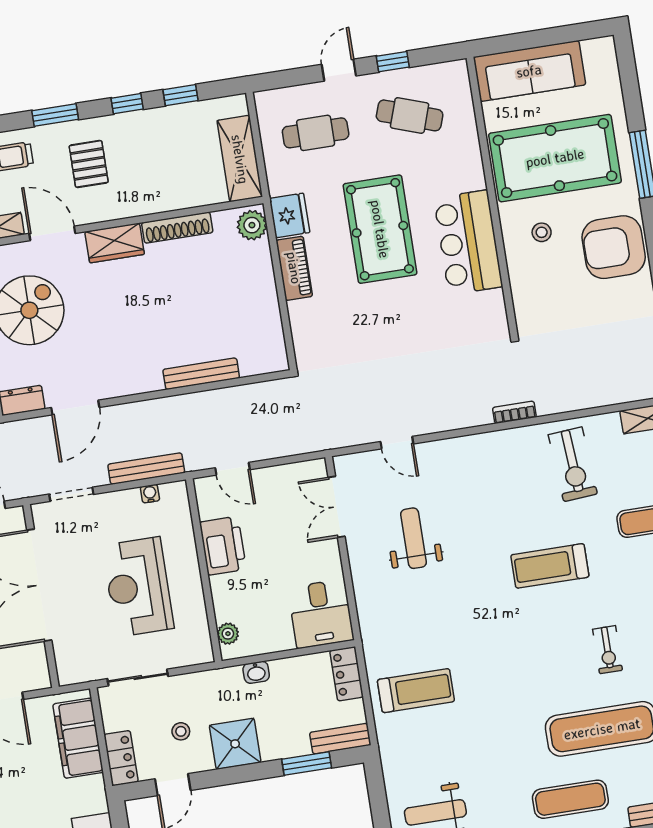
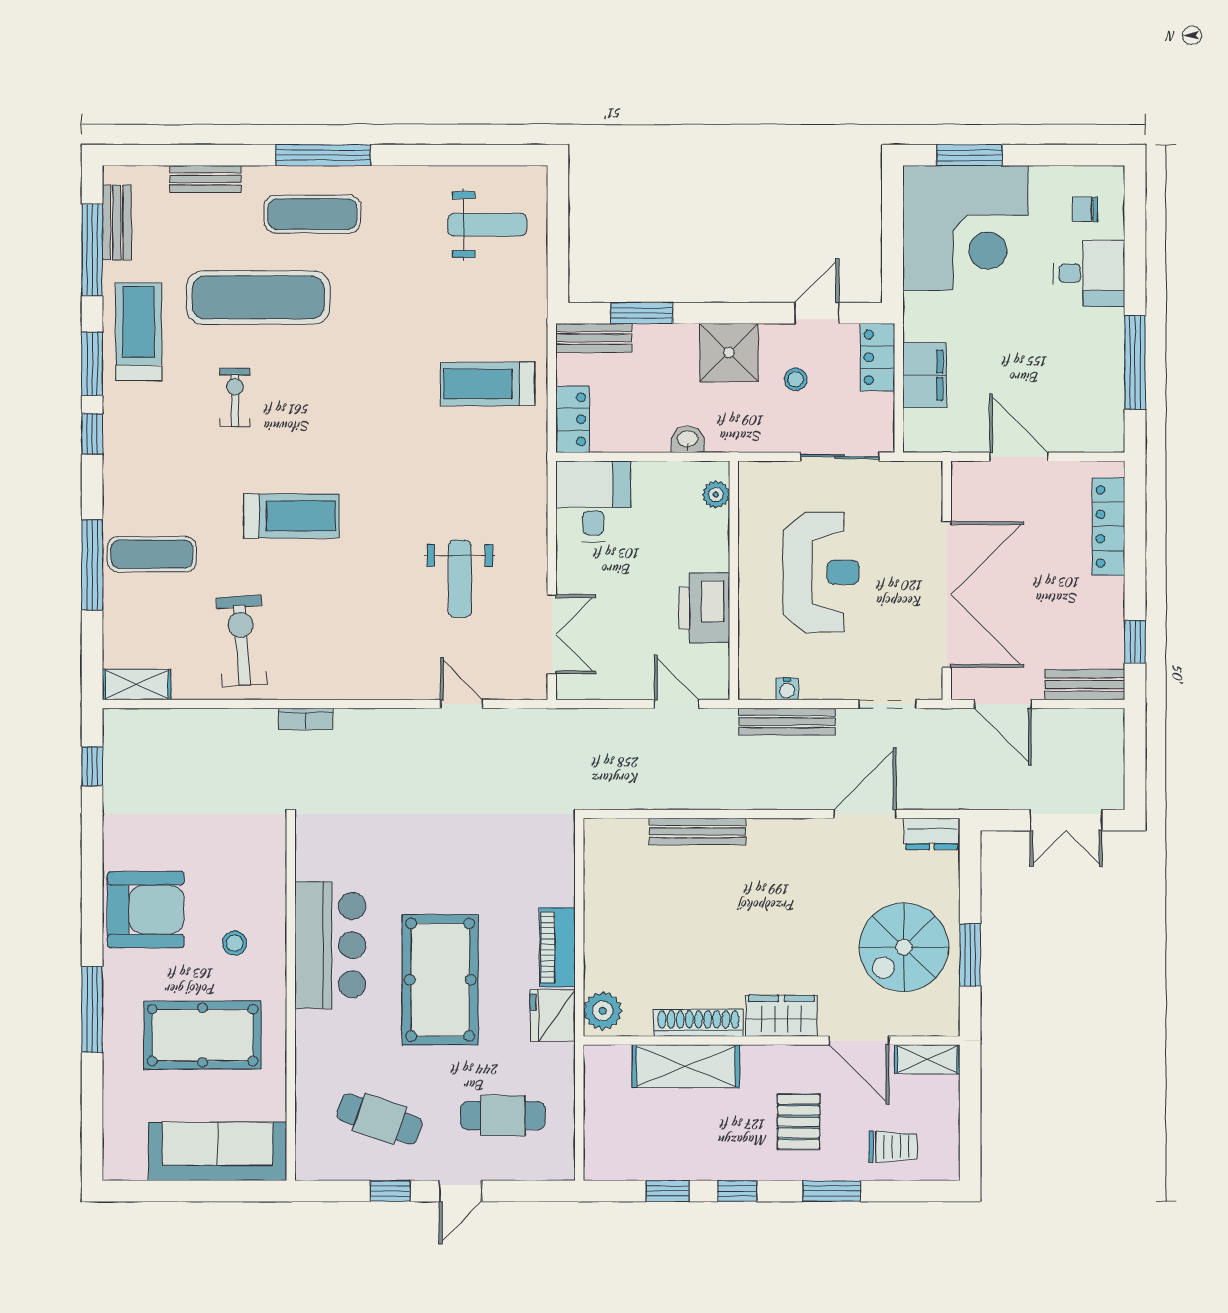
pool table: (555, 158) -> (203, 1035), width x0.73, depth x0.76
shelving: (240, 159) -> (686, 1066), moved, turned 90
filing cabinet: (78, 738) -> (924, 375), width x0.67, depth x0.86

